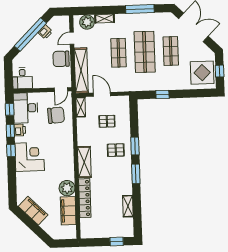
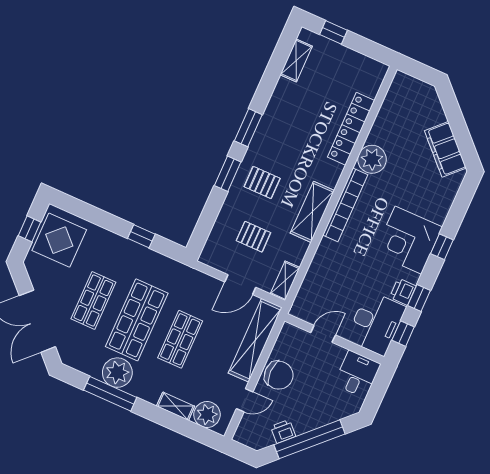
plant: (141, 21) -> (117, 373), added
door: (61, 90) -> (323, 334), moved
door: (102, 94) -> (240, 285), hinge flipped
chair: (56, 115) -> (332, 287), removed
window: (11, 151) -> (442, 247), moved
bookcase: (69, 159) -> (345, 205), added
shelving: (84, 162) -> (312, 212), moved
shelving: (128, 206) -> (296, 60), moved
filing cabinet: (68, 211) -> (388, 121), removed

